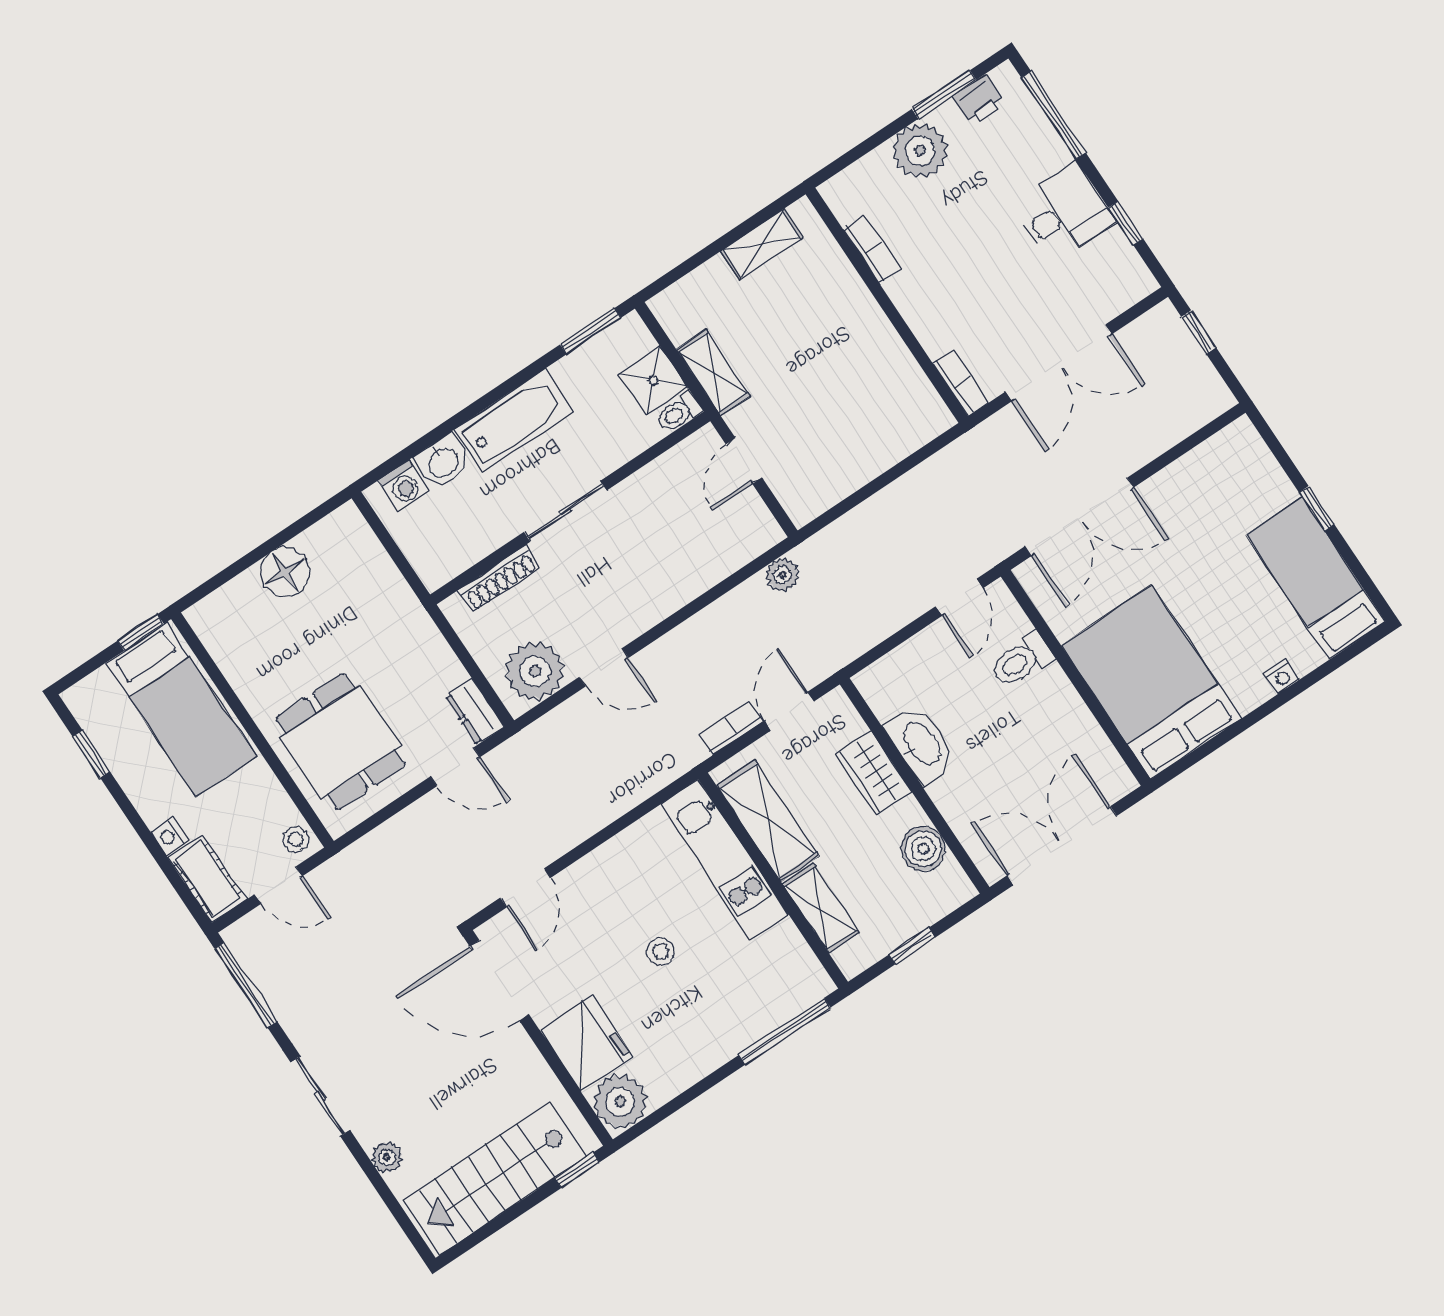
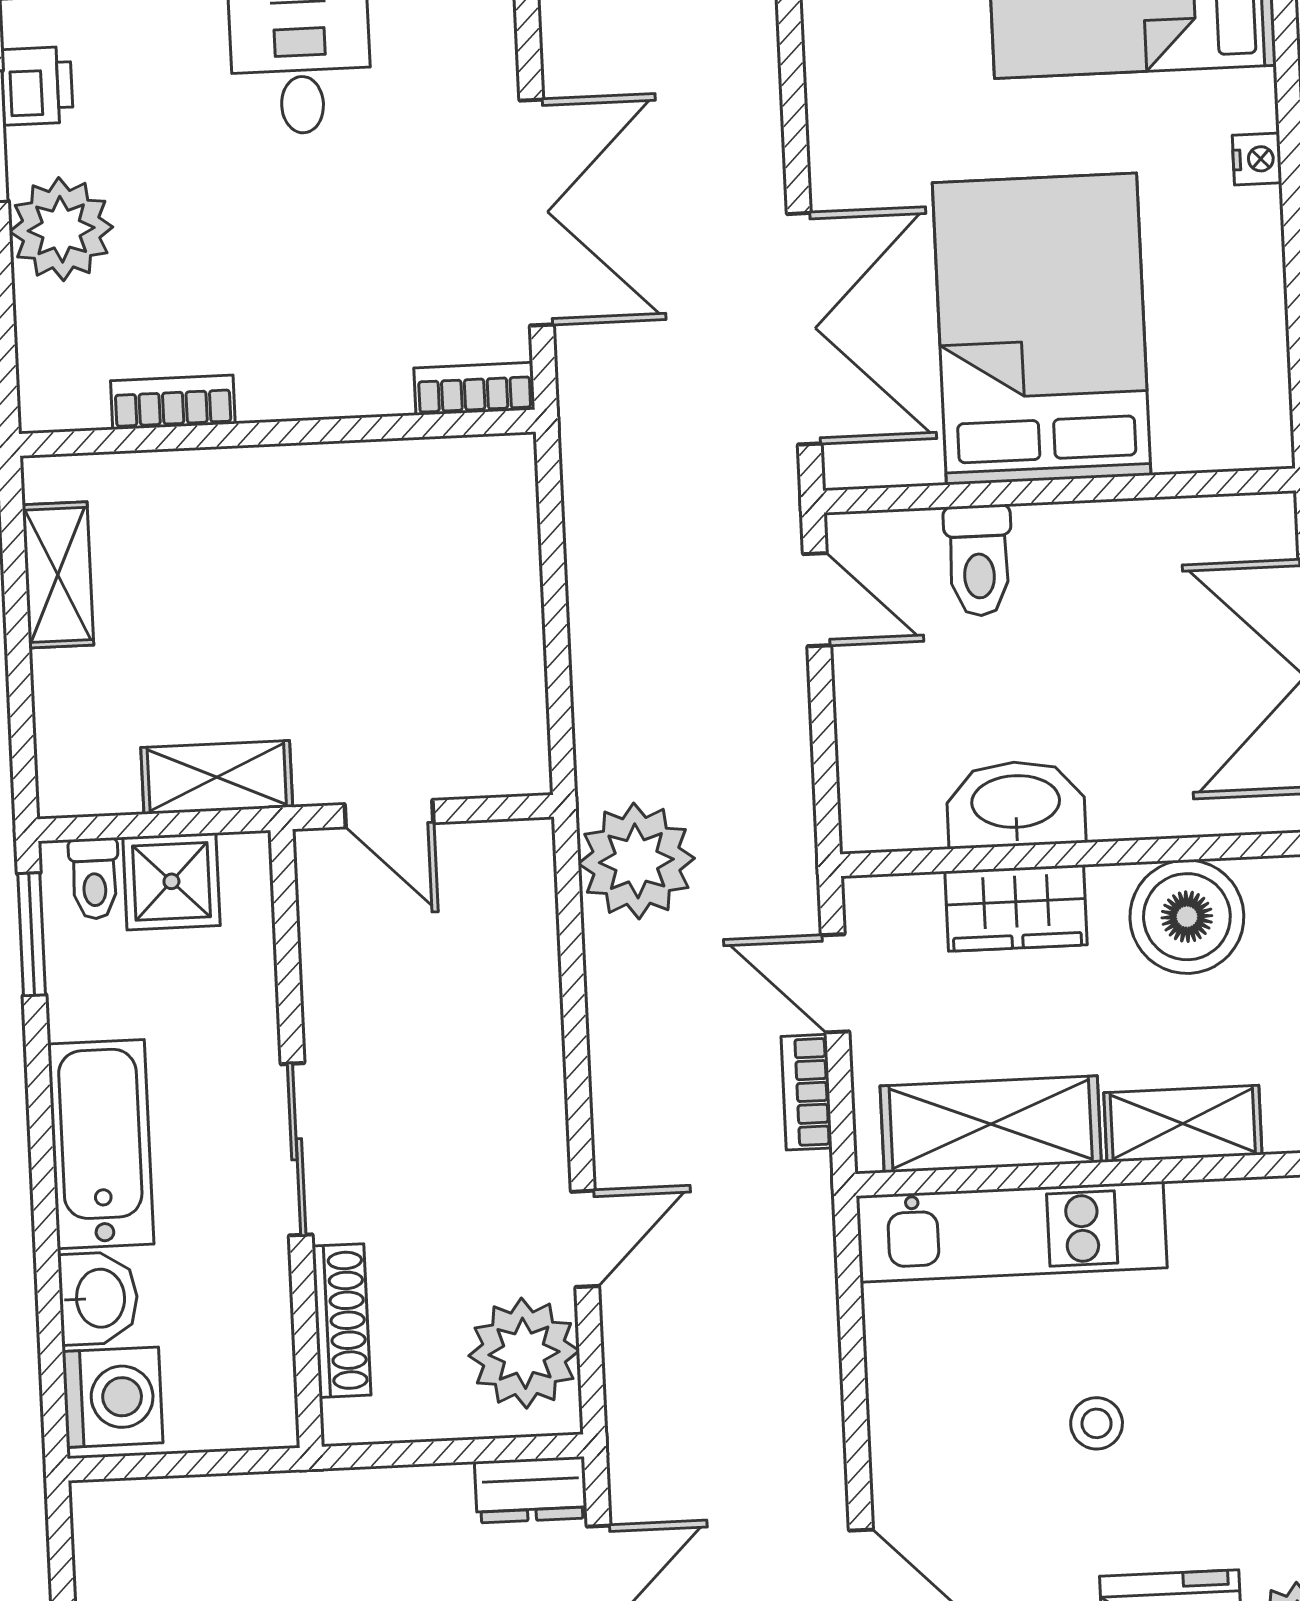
toilet: (679, 413) -> (94, 879), moved
washing machine: (404, 486) -> (112, 1397), width x1.38, depth x1.38
plant: (782, 575) -> (636, 861), width x1.88, depth x1.88
bed: (1151, 682) -> (1042, 329), moved, turned 90
boiler: (923, 849) -> (1187, 917), width x1.37, depth x1.37

